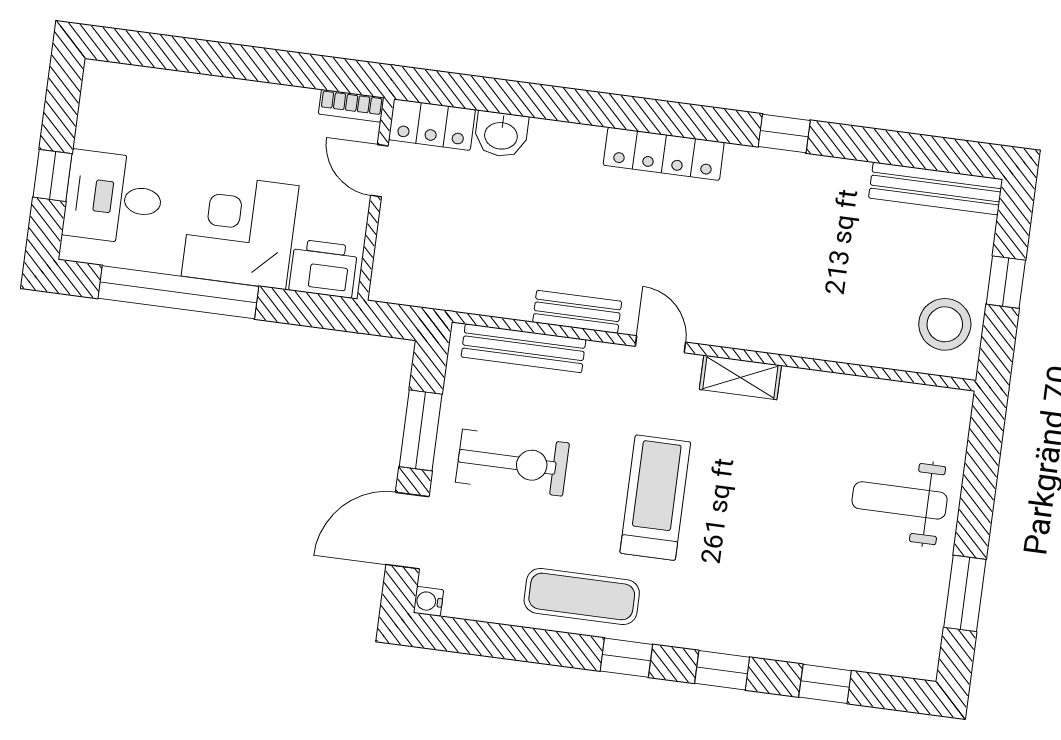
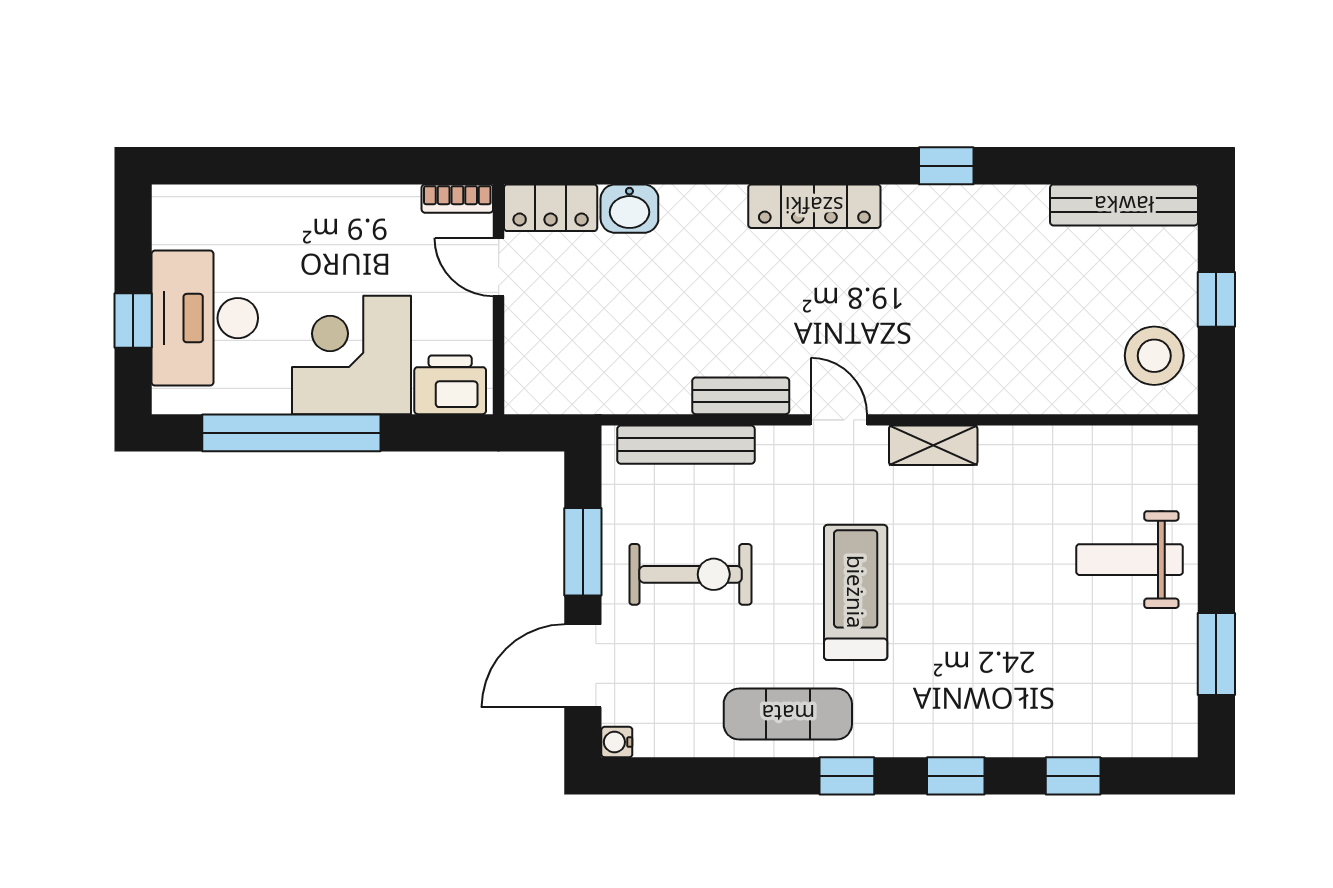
desk: (114, 198) -> (205, 318), width x1.37

